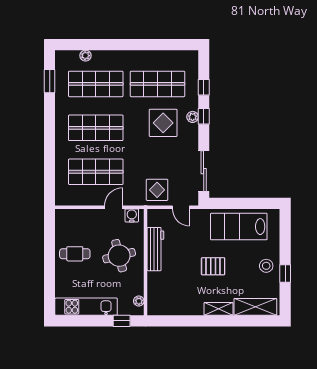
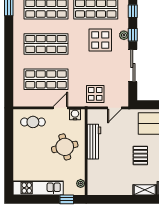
sliding door: (204, 171) -> (133, 66), moved
door: (181, 207) -> (115, 108), hinge flipped
cafe table: (75, 254) -> (33, 122), moved
pallet: (213, 266) -> (140, 155), turned 90

